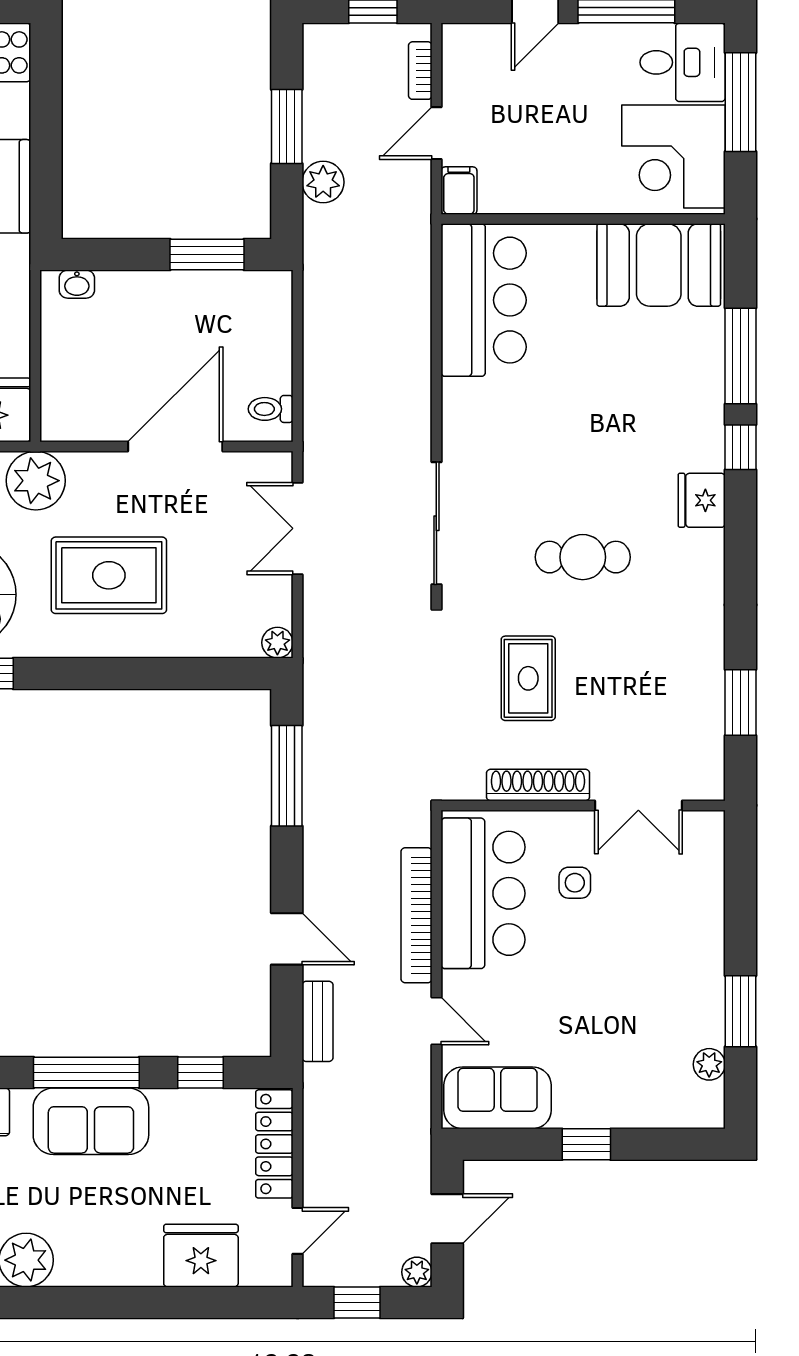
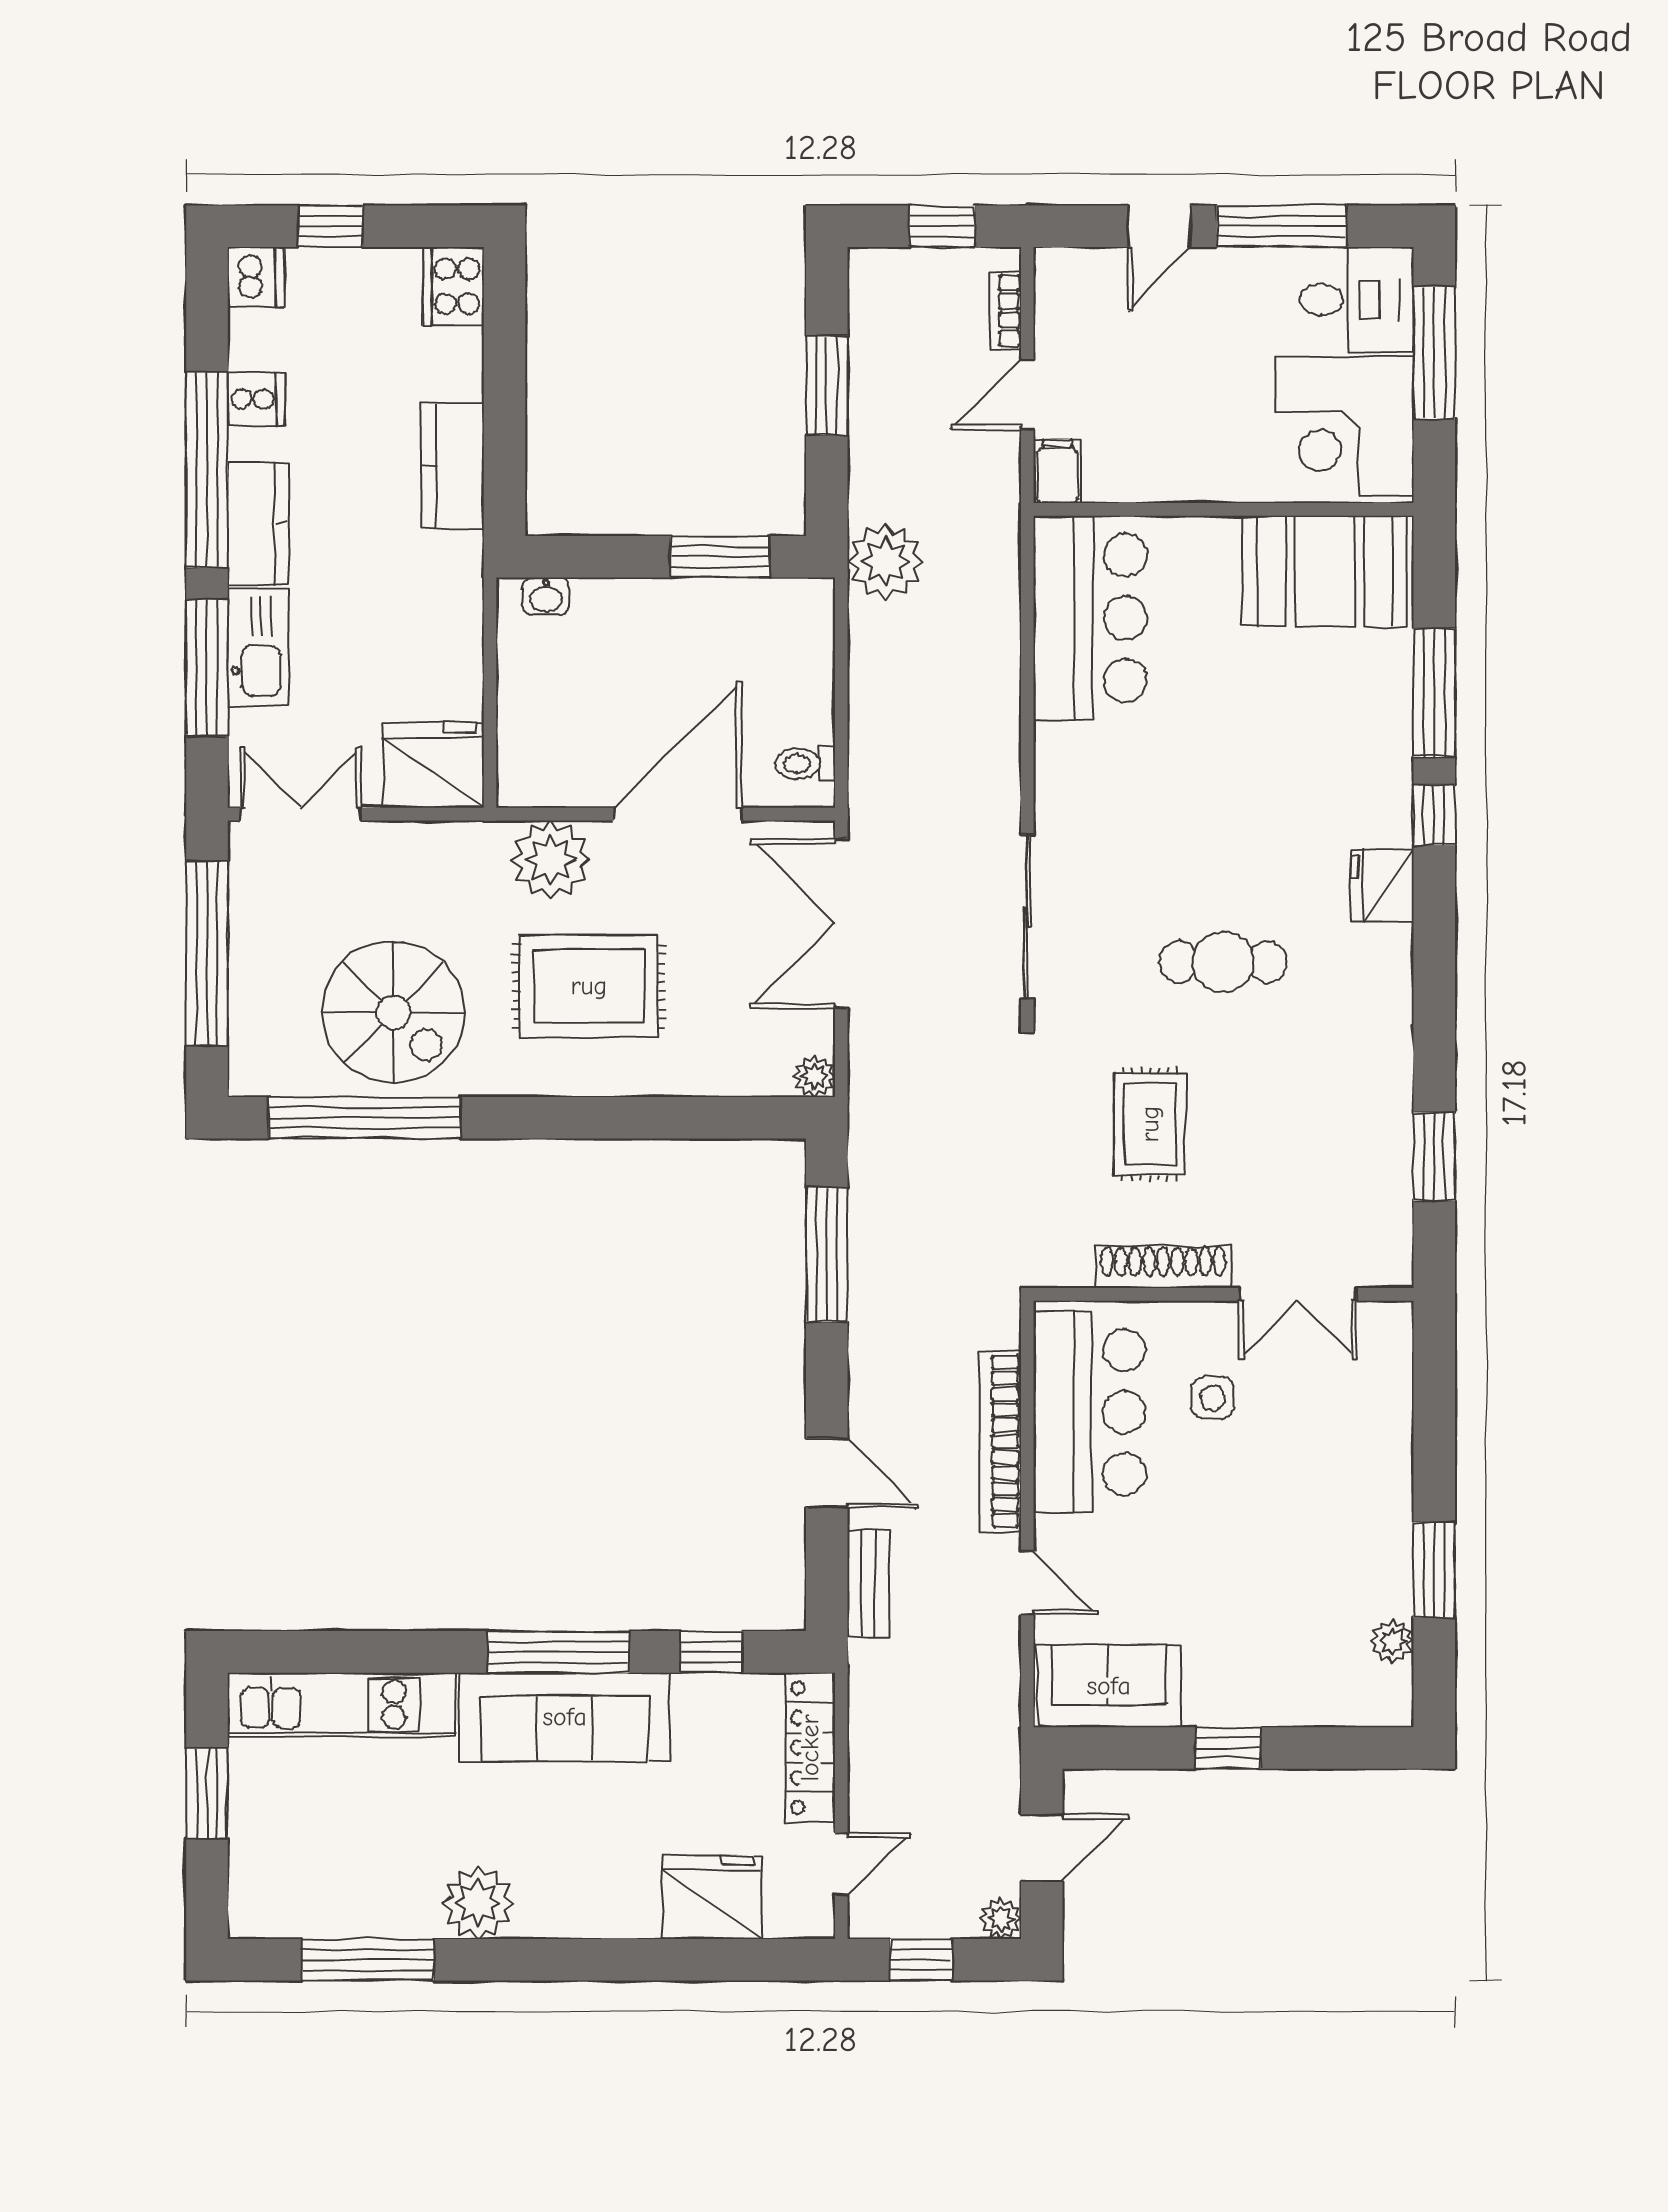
plant: (323, 182) -> (886, 561), moved, width x1.36, depth x1.36
plant: (36, 481) -> (551, 860), moved
double door: (298, 528) -> (841, 924), width x1.37
sofa: (91, 1121) -> (565, 1717), width x1.36

